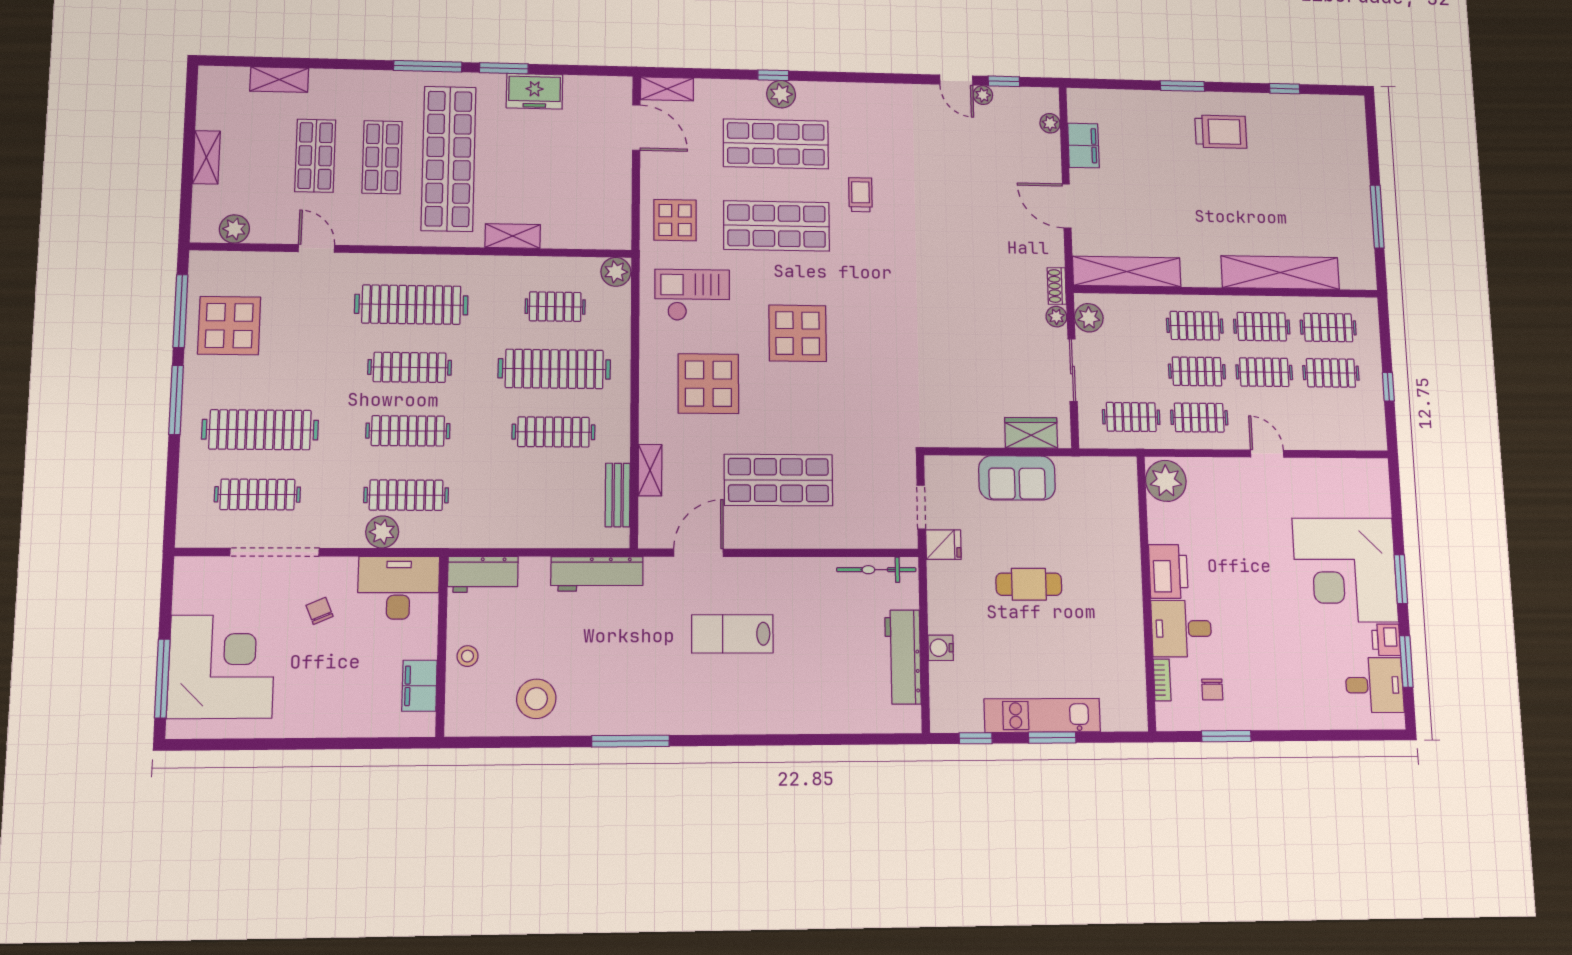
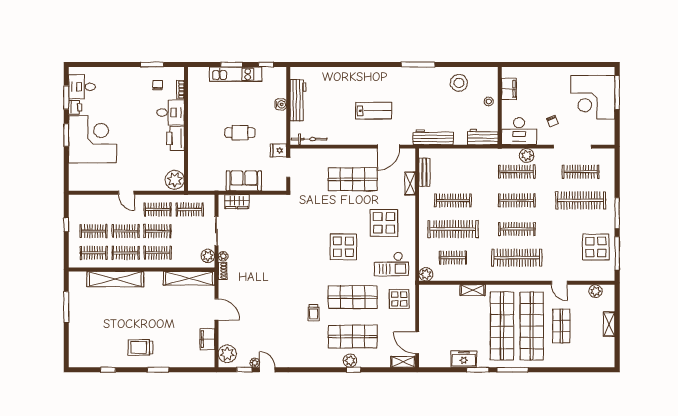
shelving: (279, 80) -> (579, 362), removed
plant: (1050, 123) -> (227, 354), width x1.88, depth x1.88
shop shelf: (382, 157) -> (532, 326), width x2.00, depth x1.36

